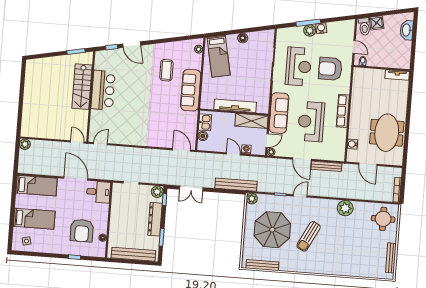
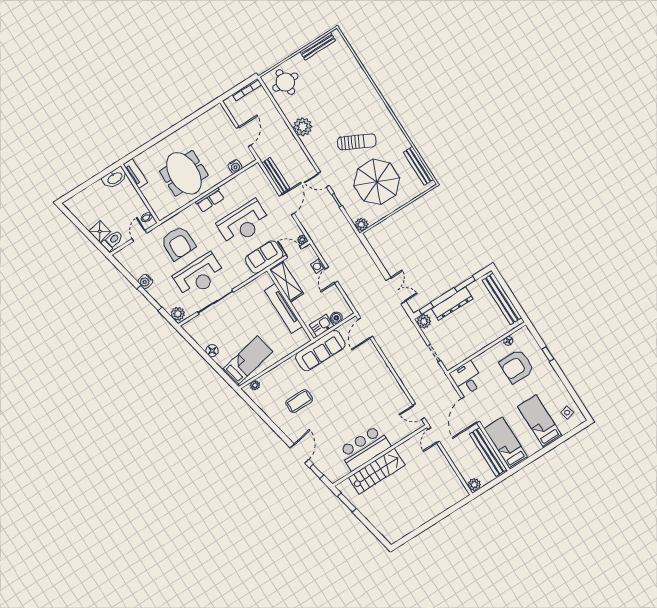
plant: (310, 30) -> (178, 314), moved
washbasin: (407, 30) -> (115, 178), moved
reception desk: (298, 67) -> (199, 275), turned 180
sofa: (191, 90) -> (320, 351), moved
row of seats: (343, 111) -> (210, 200), width x0.68
sofa: (279, 113) -> (264, 257), width x0.73
meeting table: (387, 133) -> (184, 173), moved, turned 90
bench: (236, 185) -> (488, 452), moved
armchair: (82, 231) -> (517, 366), turned 180

